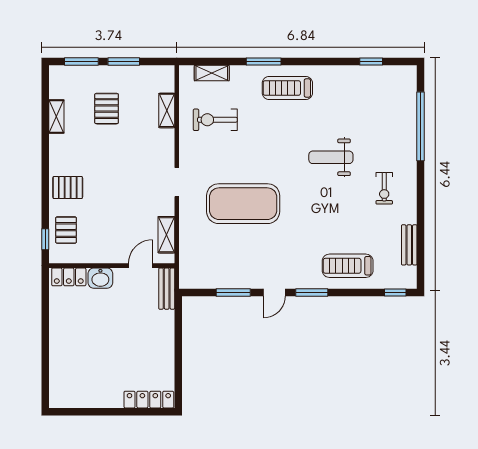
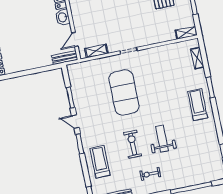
shelving: (167, 110) -> (186, 33), moved
exercise bike: (215, 120) -> (133, 144), moved
door: (141, 266) -> (75, 39), swing flipped

